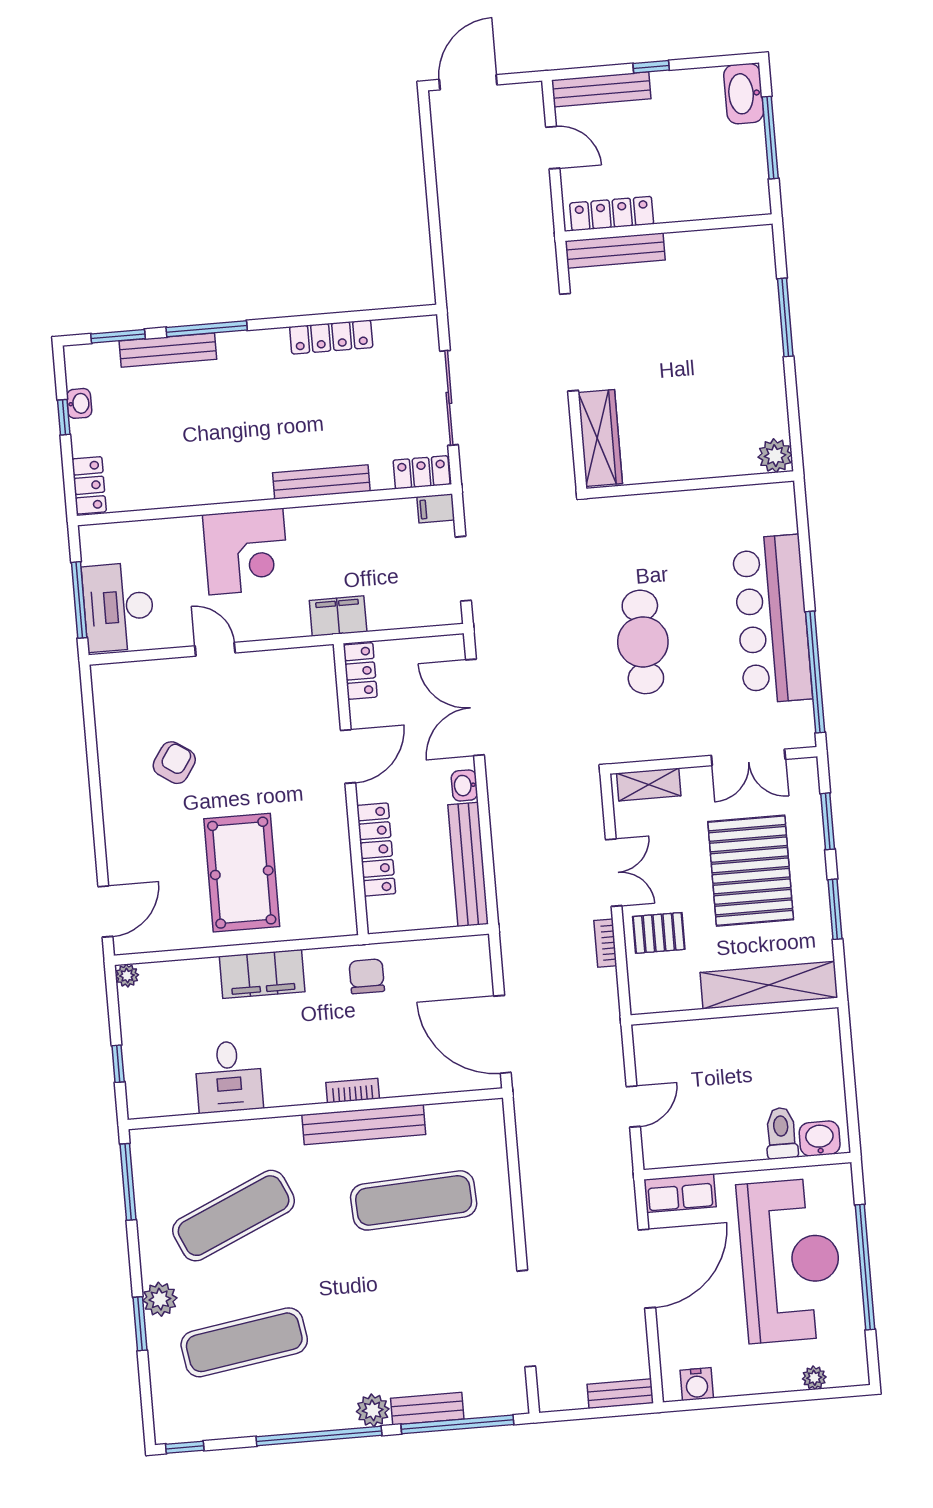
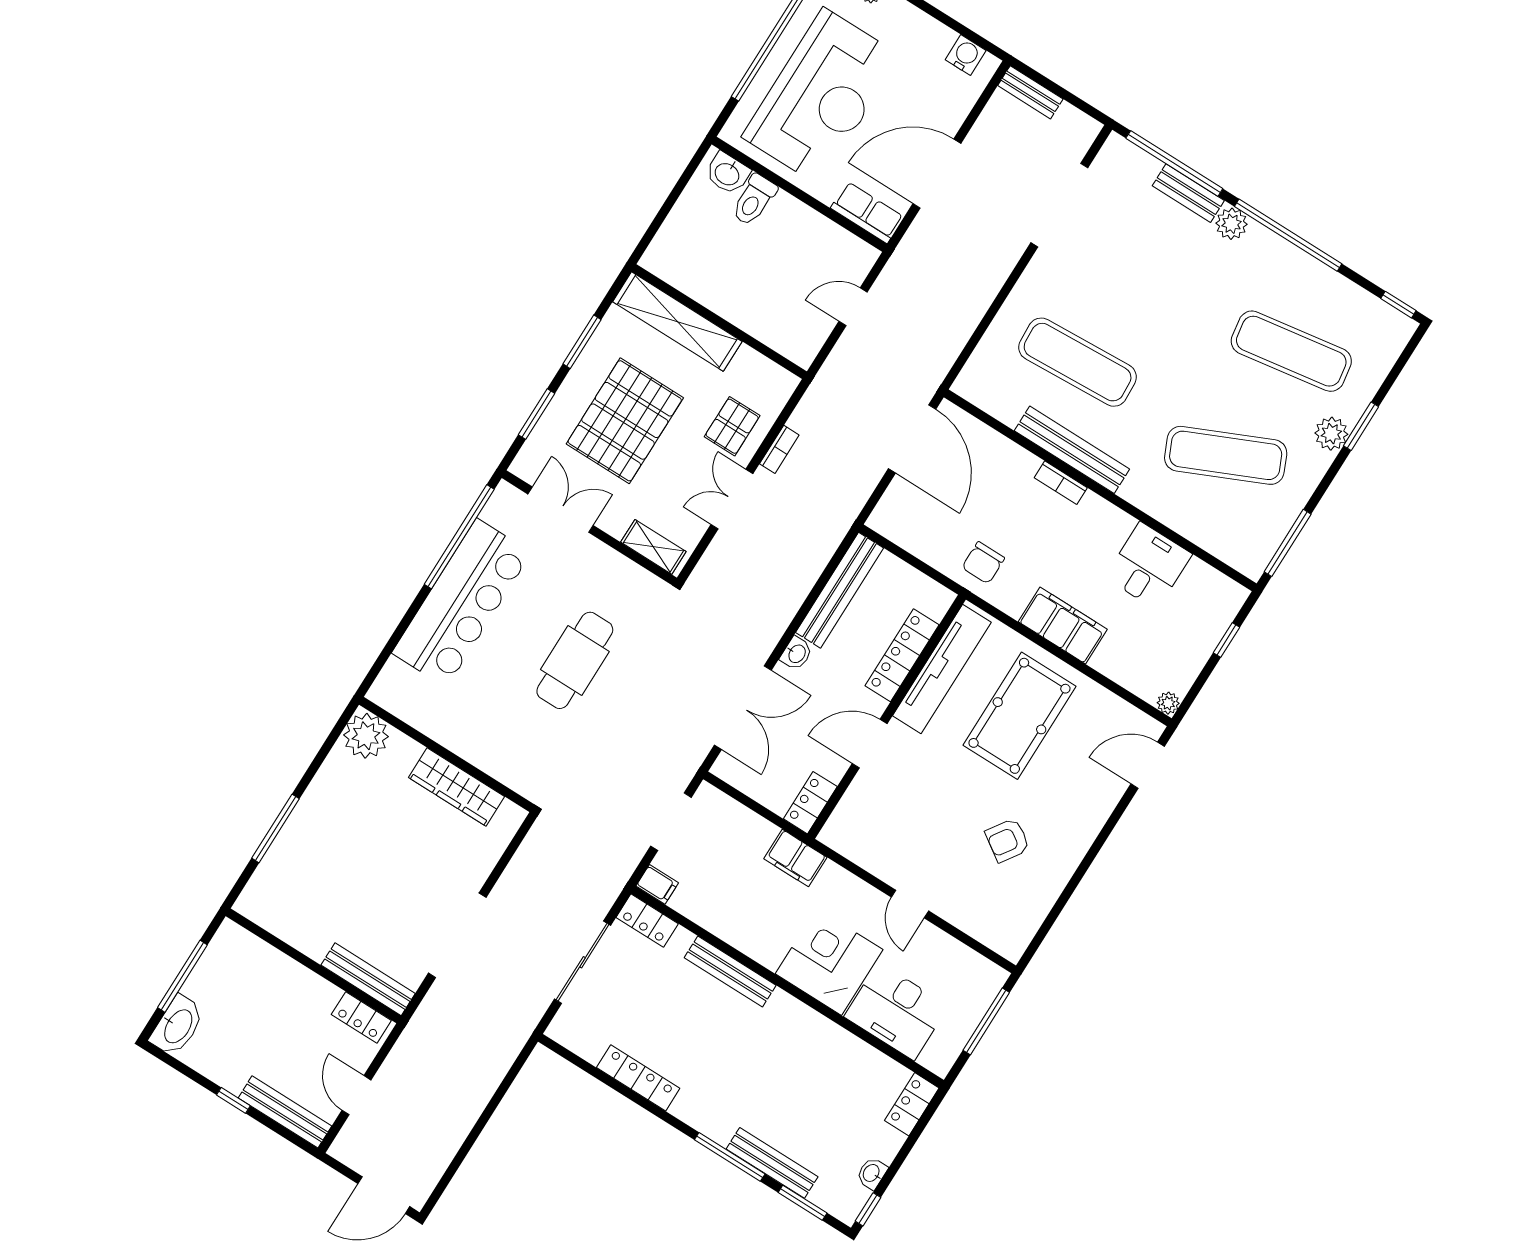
locker: (612, 214) -> (361, 1017), width x0.66
window: (64, 417) -> (868, 1209), moved
wardrobe: (600, 438) -> (457, 787), moved, turned -90
plant: (775, 456) -> (366, 736), width x1.36, depth x1.36
desk: (118, 607) -> (896, 1011), moved, turned 90
tv unit: (335, 863) -> (942, 669), added
pallet: (659, 933) -> (732, 426), turned 90
reception desk: (790, 1260) -> (821, 96), turned 180

